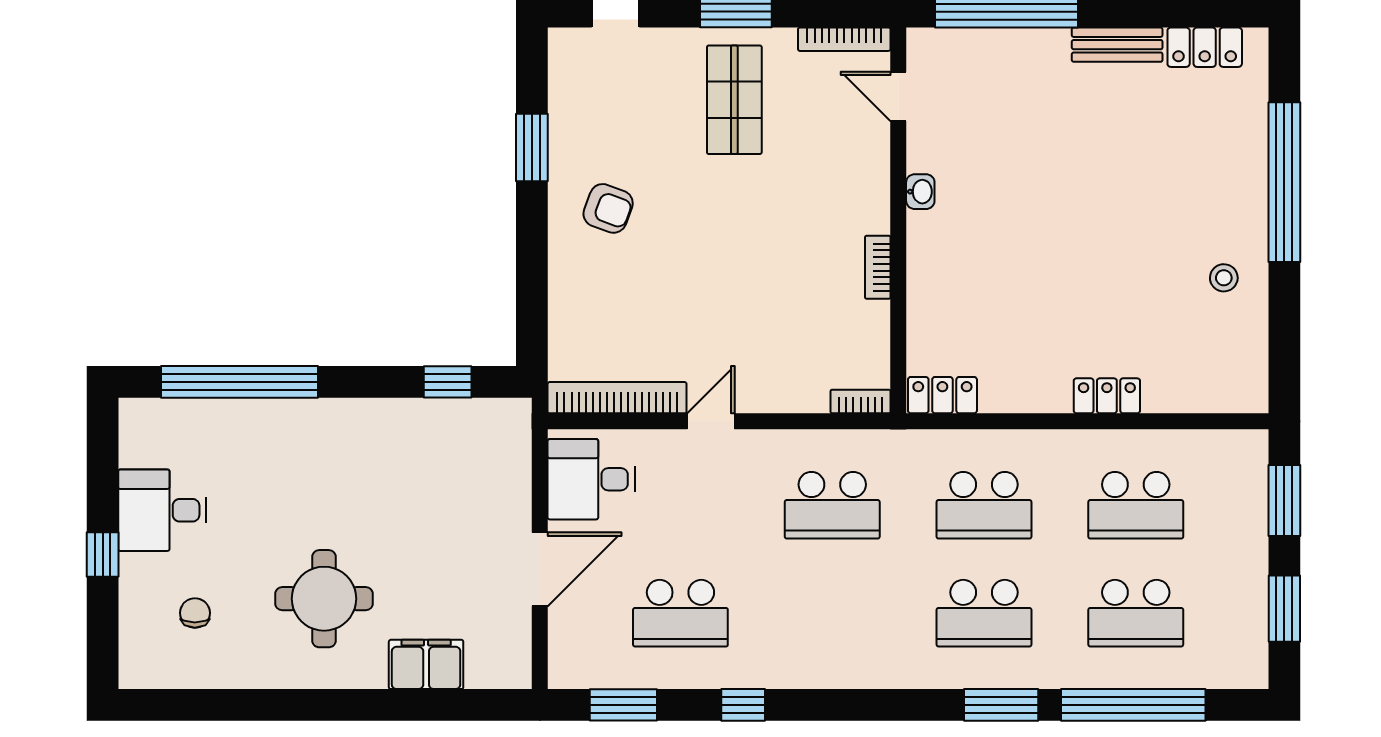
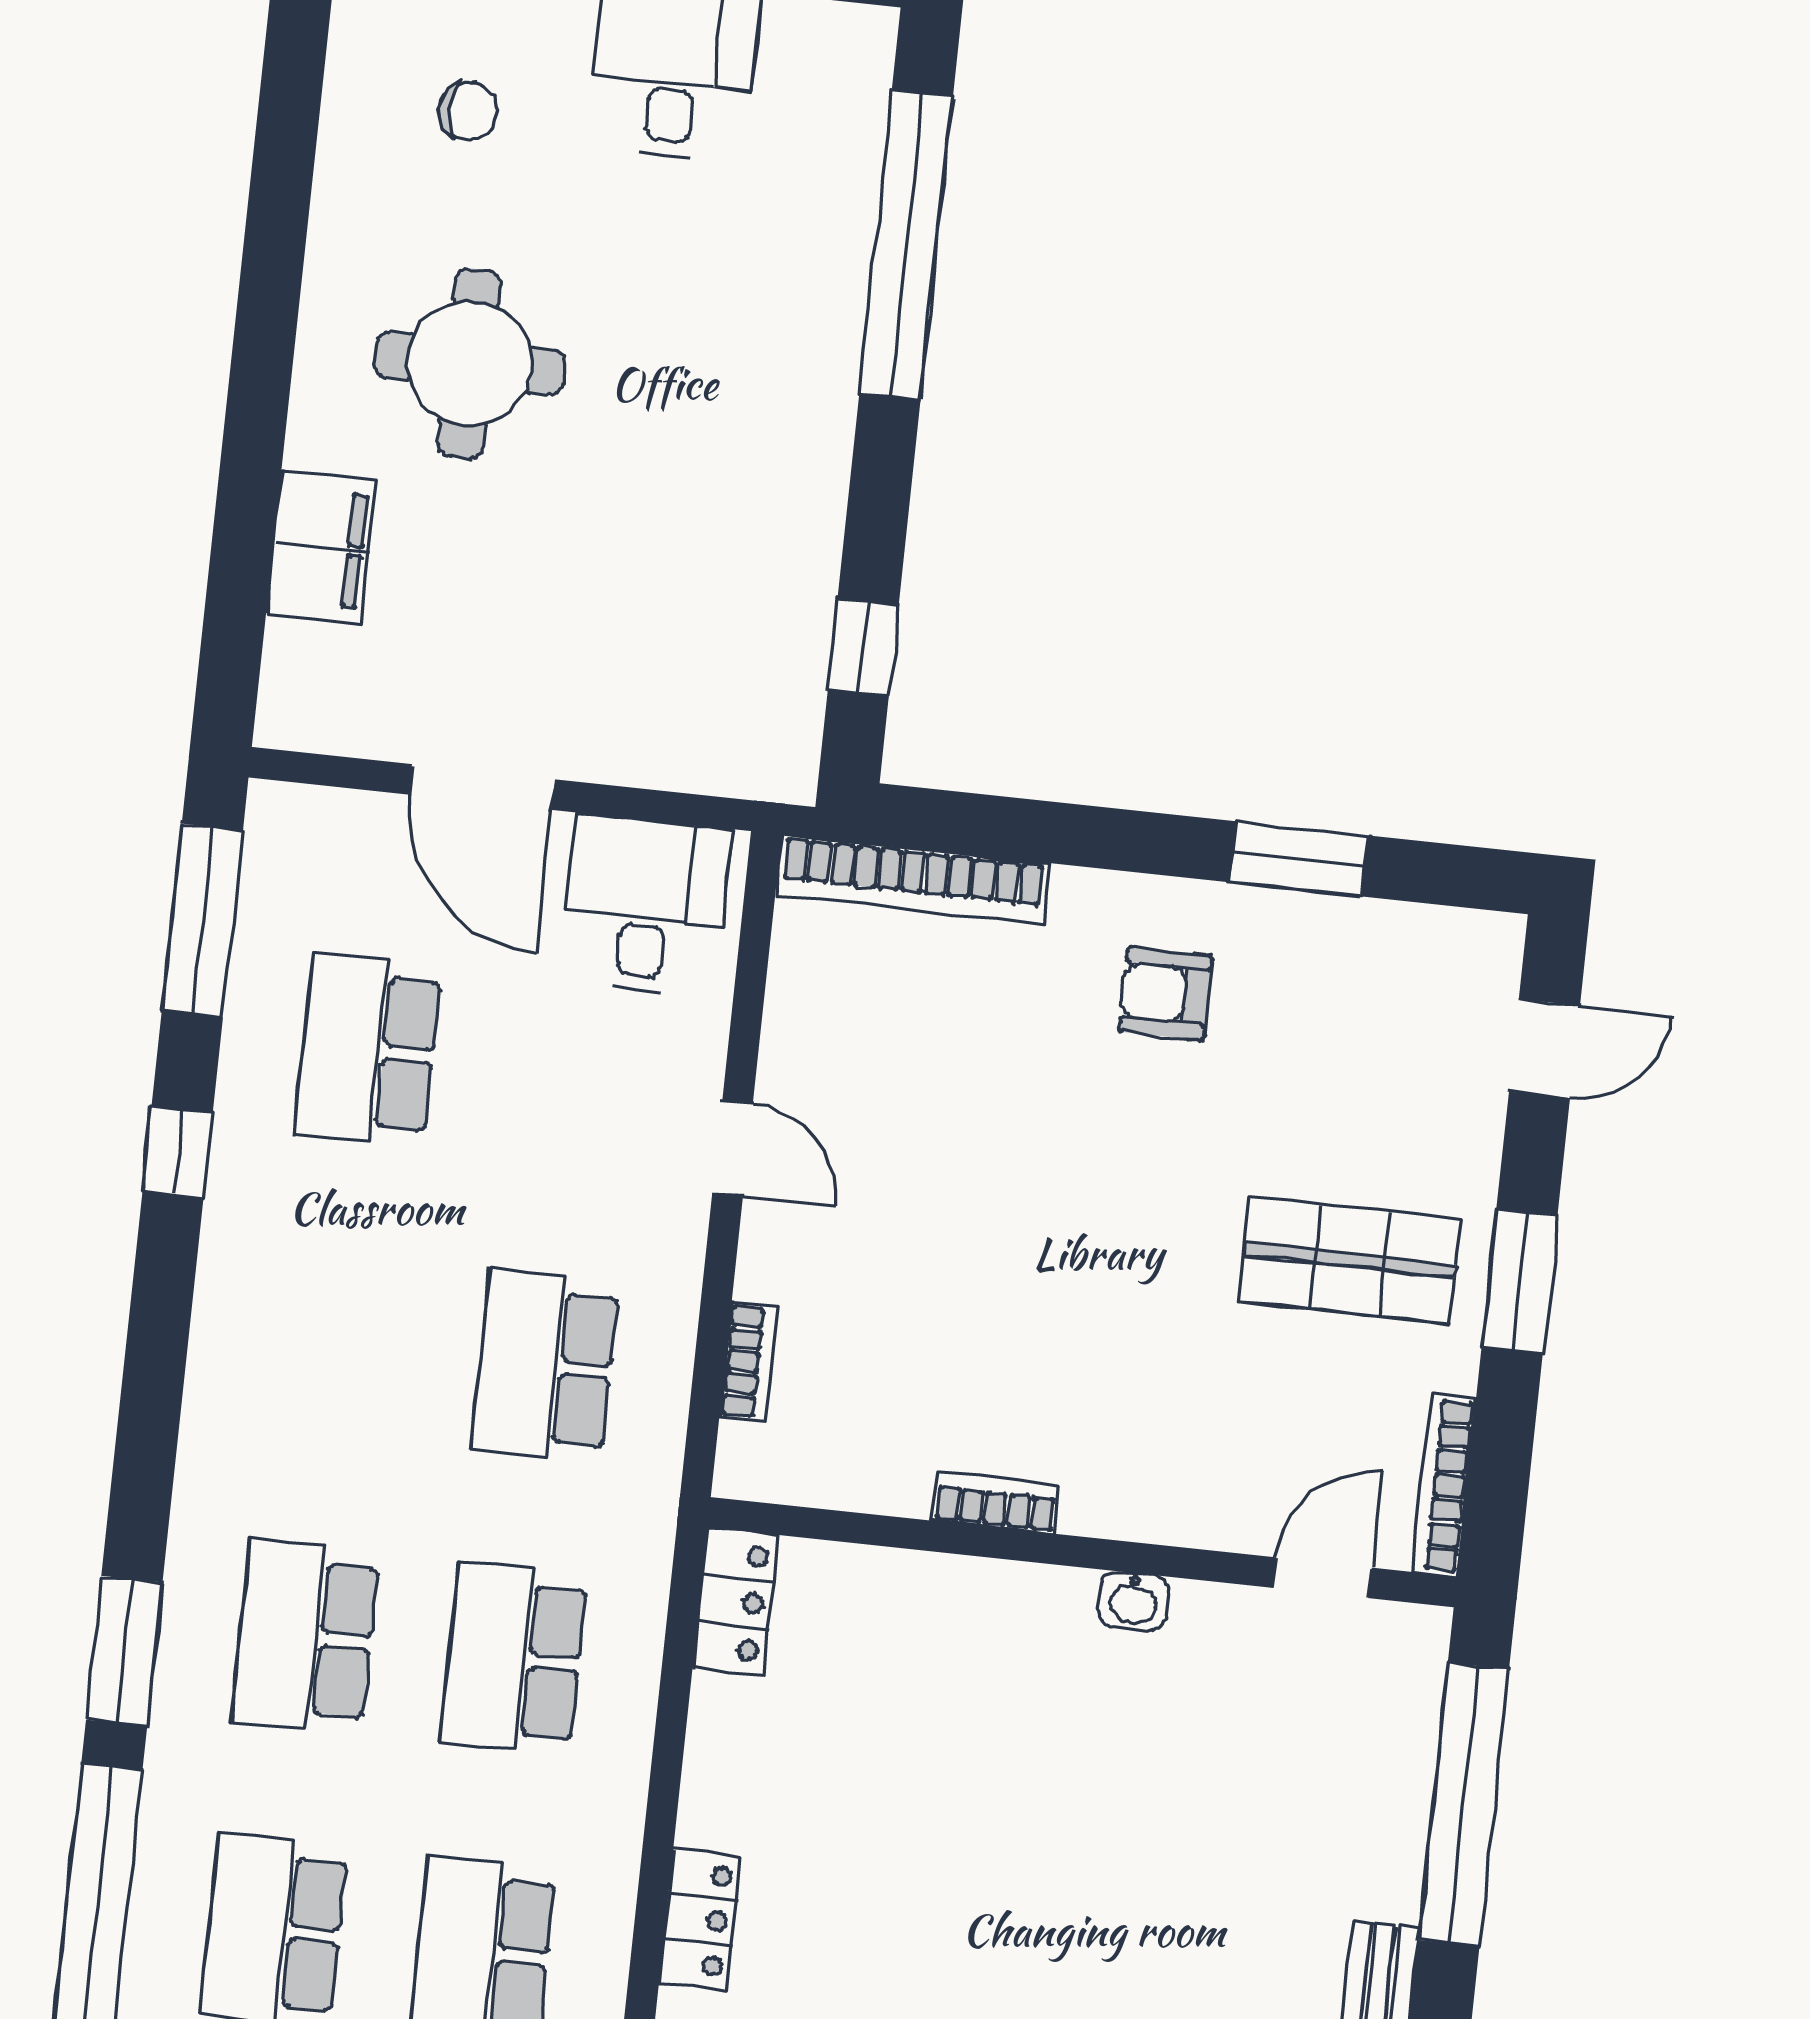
armchair: (608, 208) -> (1165, 994), turned 70
bookcase: (617, 398) -> (912, 879), moved, turned 90
bookcase: (861, 401) -> (749, 1362), moved
window: (623, 705) -> (202, 921), width x1.44

